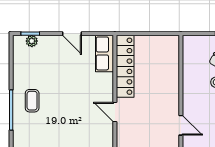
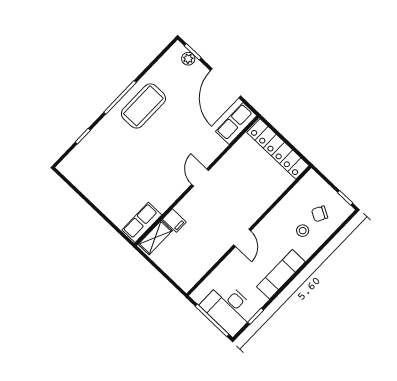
door: (72, 34) -> (226, 83), width x1.88
locker: (125, 66) -> (278, 149), moved, turned 90
coffee table: (32, 101) -> (143, 106), width x1.86, depth x1.72

